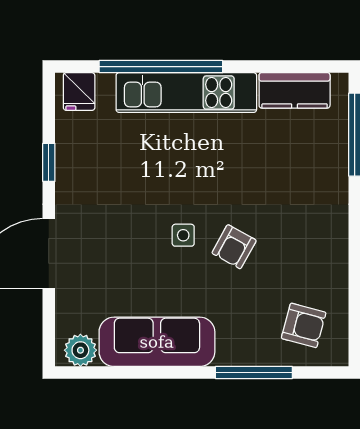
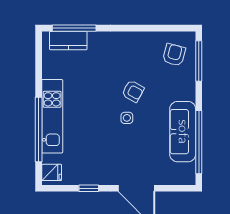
kitchen counter: (295, 90) -> (68, 41), moved, turned 90
plant: (80, 350) -> (187, 172), removed
window: (137, 373) -> (199, 142), added
window: (254, 373) -> (199, 61), moved

